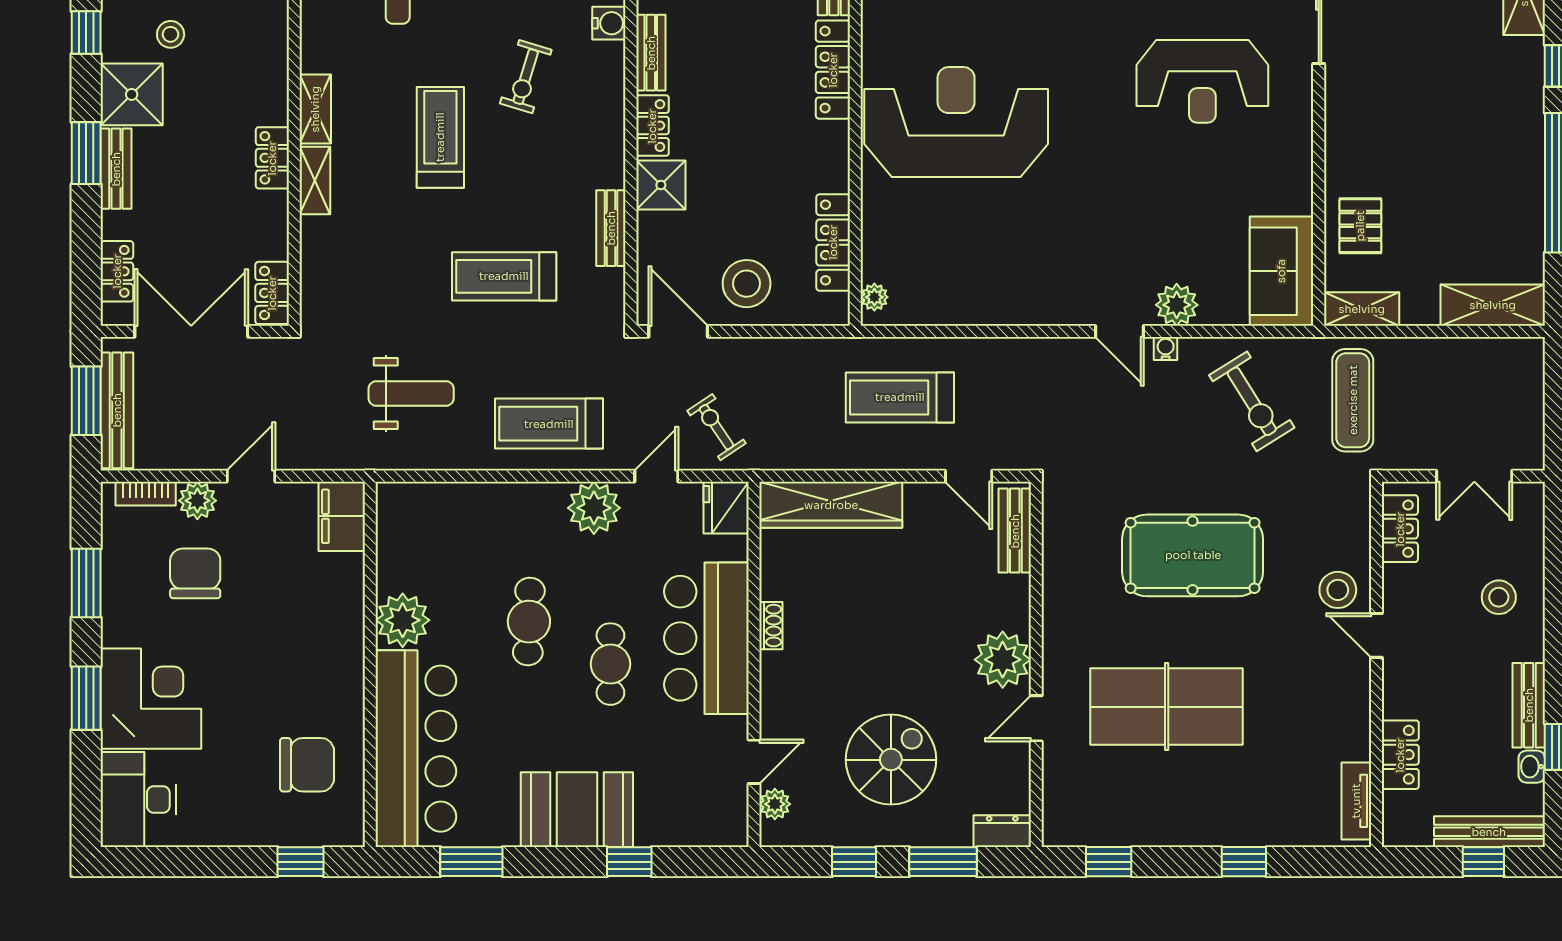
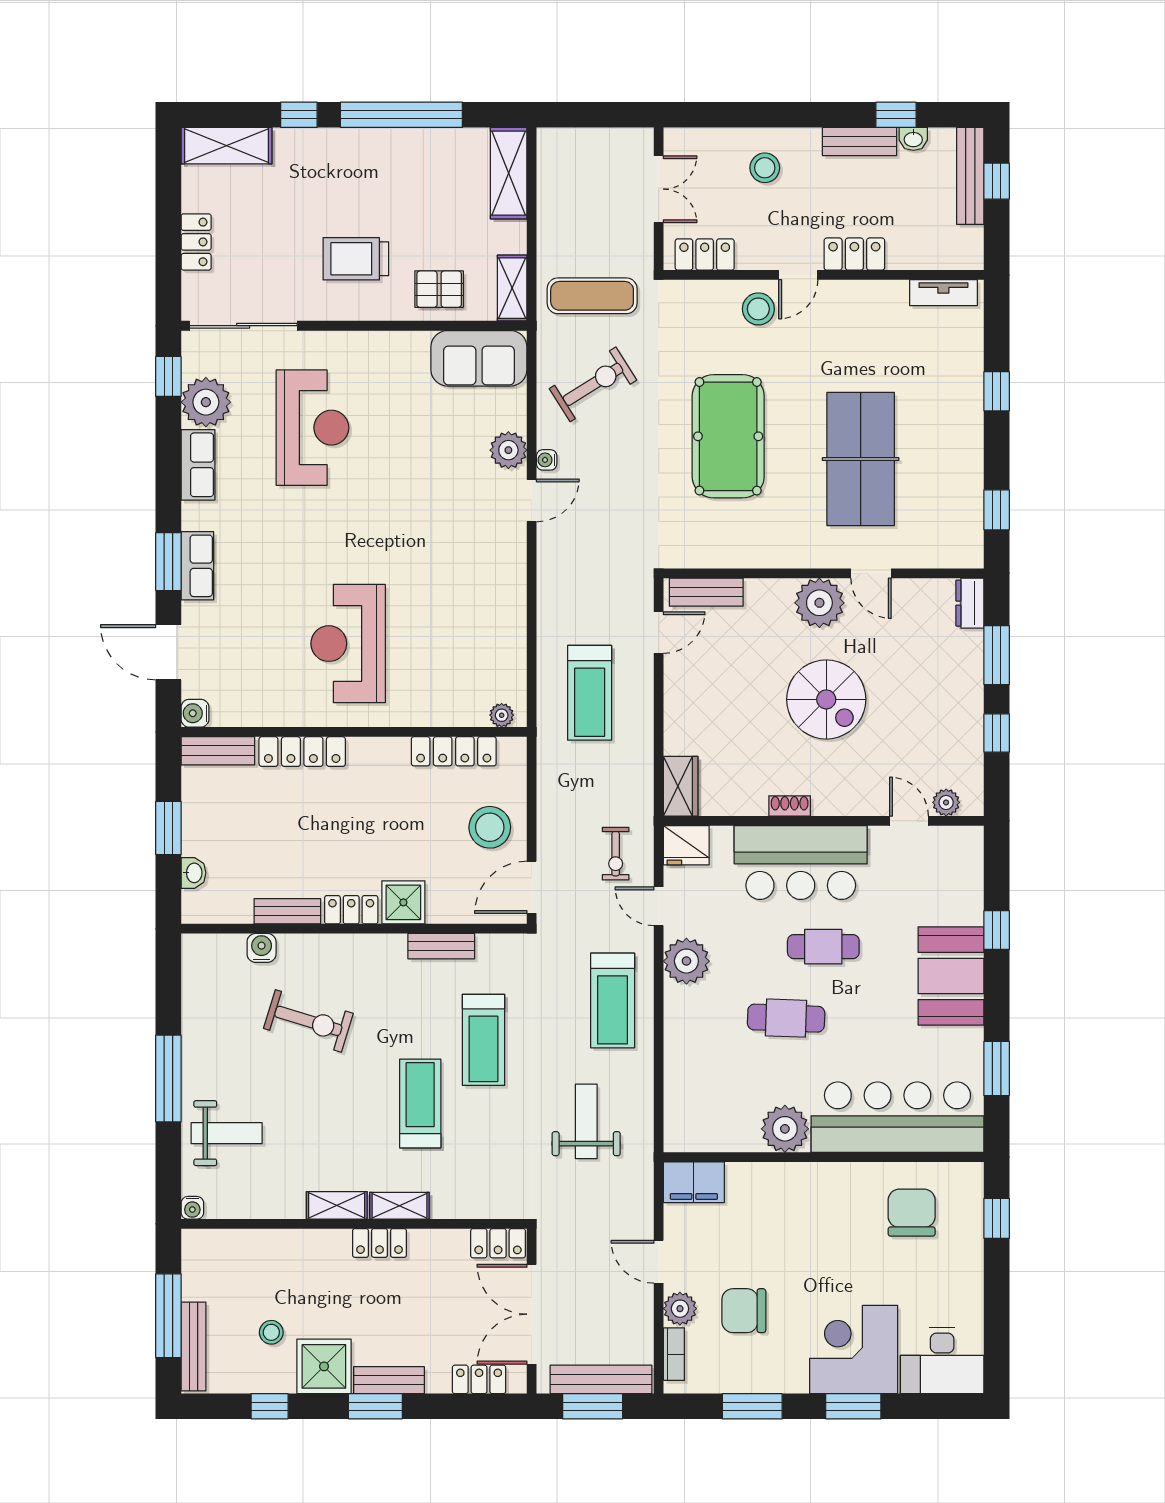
exercise bike: (526, 77) -> (308, 1021), width x1.38, depth x1.39
reception desk: (956, 122) -> (348, 644), width x0.74, depth x0.77
trolley: (1395, 131) -> (356, 259), added
treadmill: (440, 137) -> (420, 1103), moved, turned 90
exercise bike: (716, 427) -> (616, 854), turned -56
wardrobe: (831, 505) -> (681, 786), width x0.48, depth x0.85
locker: (1400, 755) -> (854, 254), moved
spiral stairs: (891, 760) -> (826, 699), moved, turned 180

